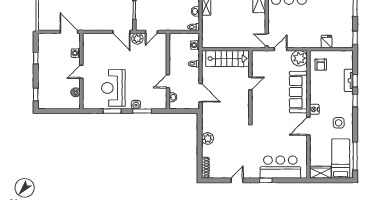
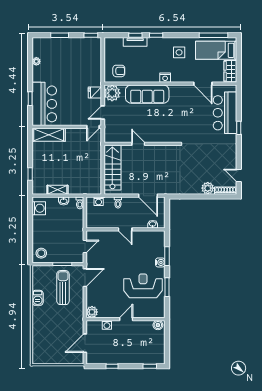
sun lounger: (112, 11) -> (63, 288), added
door: (69, 32) -> (85, 343), moved
door: (151, 32) -> (85, 246), hinge flipped
plant: (137, 39) -> (92, 312), moved
fridge: (327, 42) -> (95, 92), moved
door: (281, 49) -> (103, 113), hinge flipped
door: (81, 72) -> (126, 319), swing flipped
door: (168, 81) -> (125, 229), moved
reception desk: (113, 88) -> (143, 286), turned 180
boiler: (76, 92) -> (158, 325), moved
door: (200, 93) -> (148, 196), swing flipped
door: (308, 126) -> (203, 84), moved
plant: (208, 138) -> (208, 188), moved
door: (237, 180) -> (239, 175), moved

